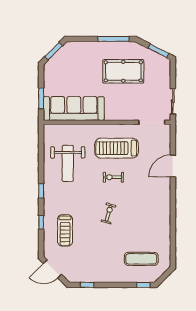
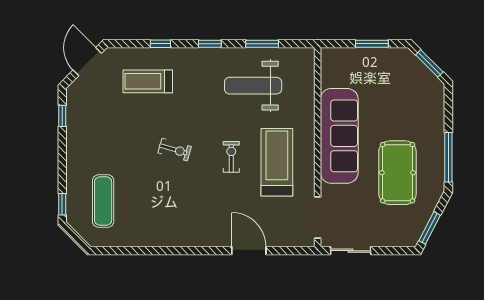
window: (41, 98) -> (372, 44), moved
sofa: (74, 108) -> (339, 136), moved
window: (41, 158) -> (262, 44), added

